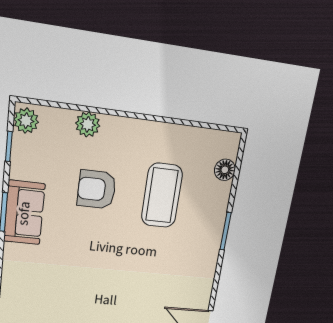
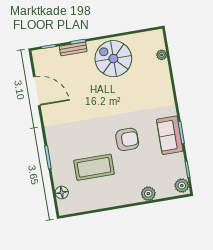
armchair: (97, 189) -> (127, 139), moved
coffee table: (162, 195) -> (94, 167), turned 90

